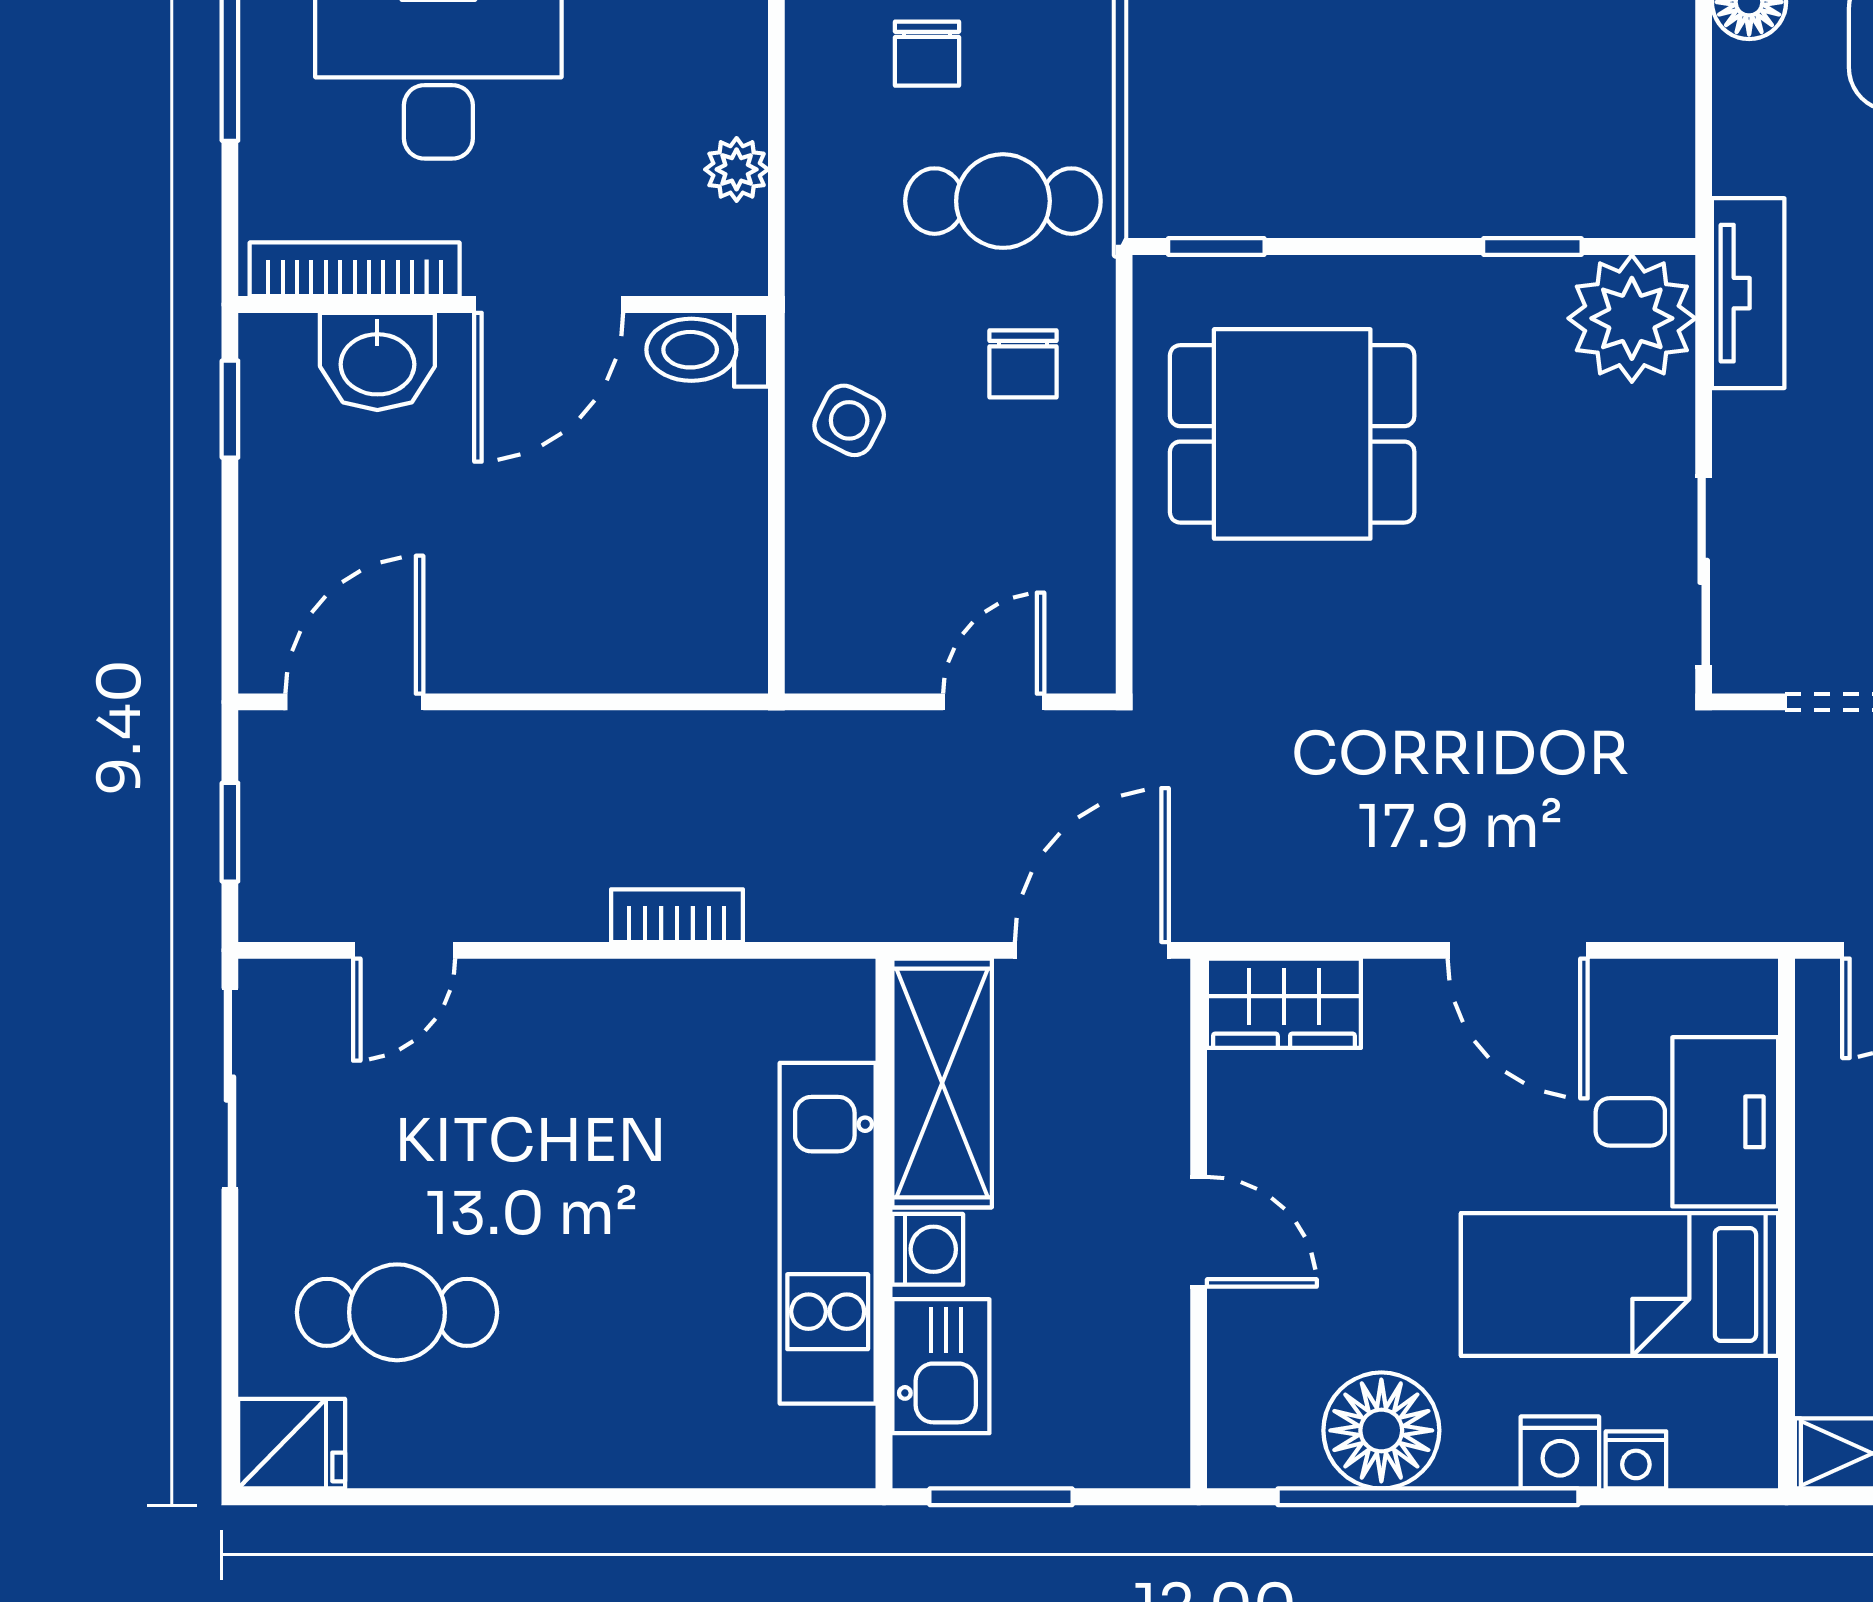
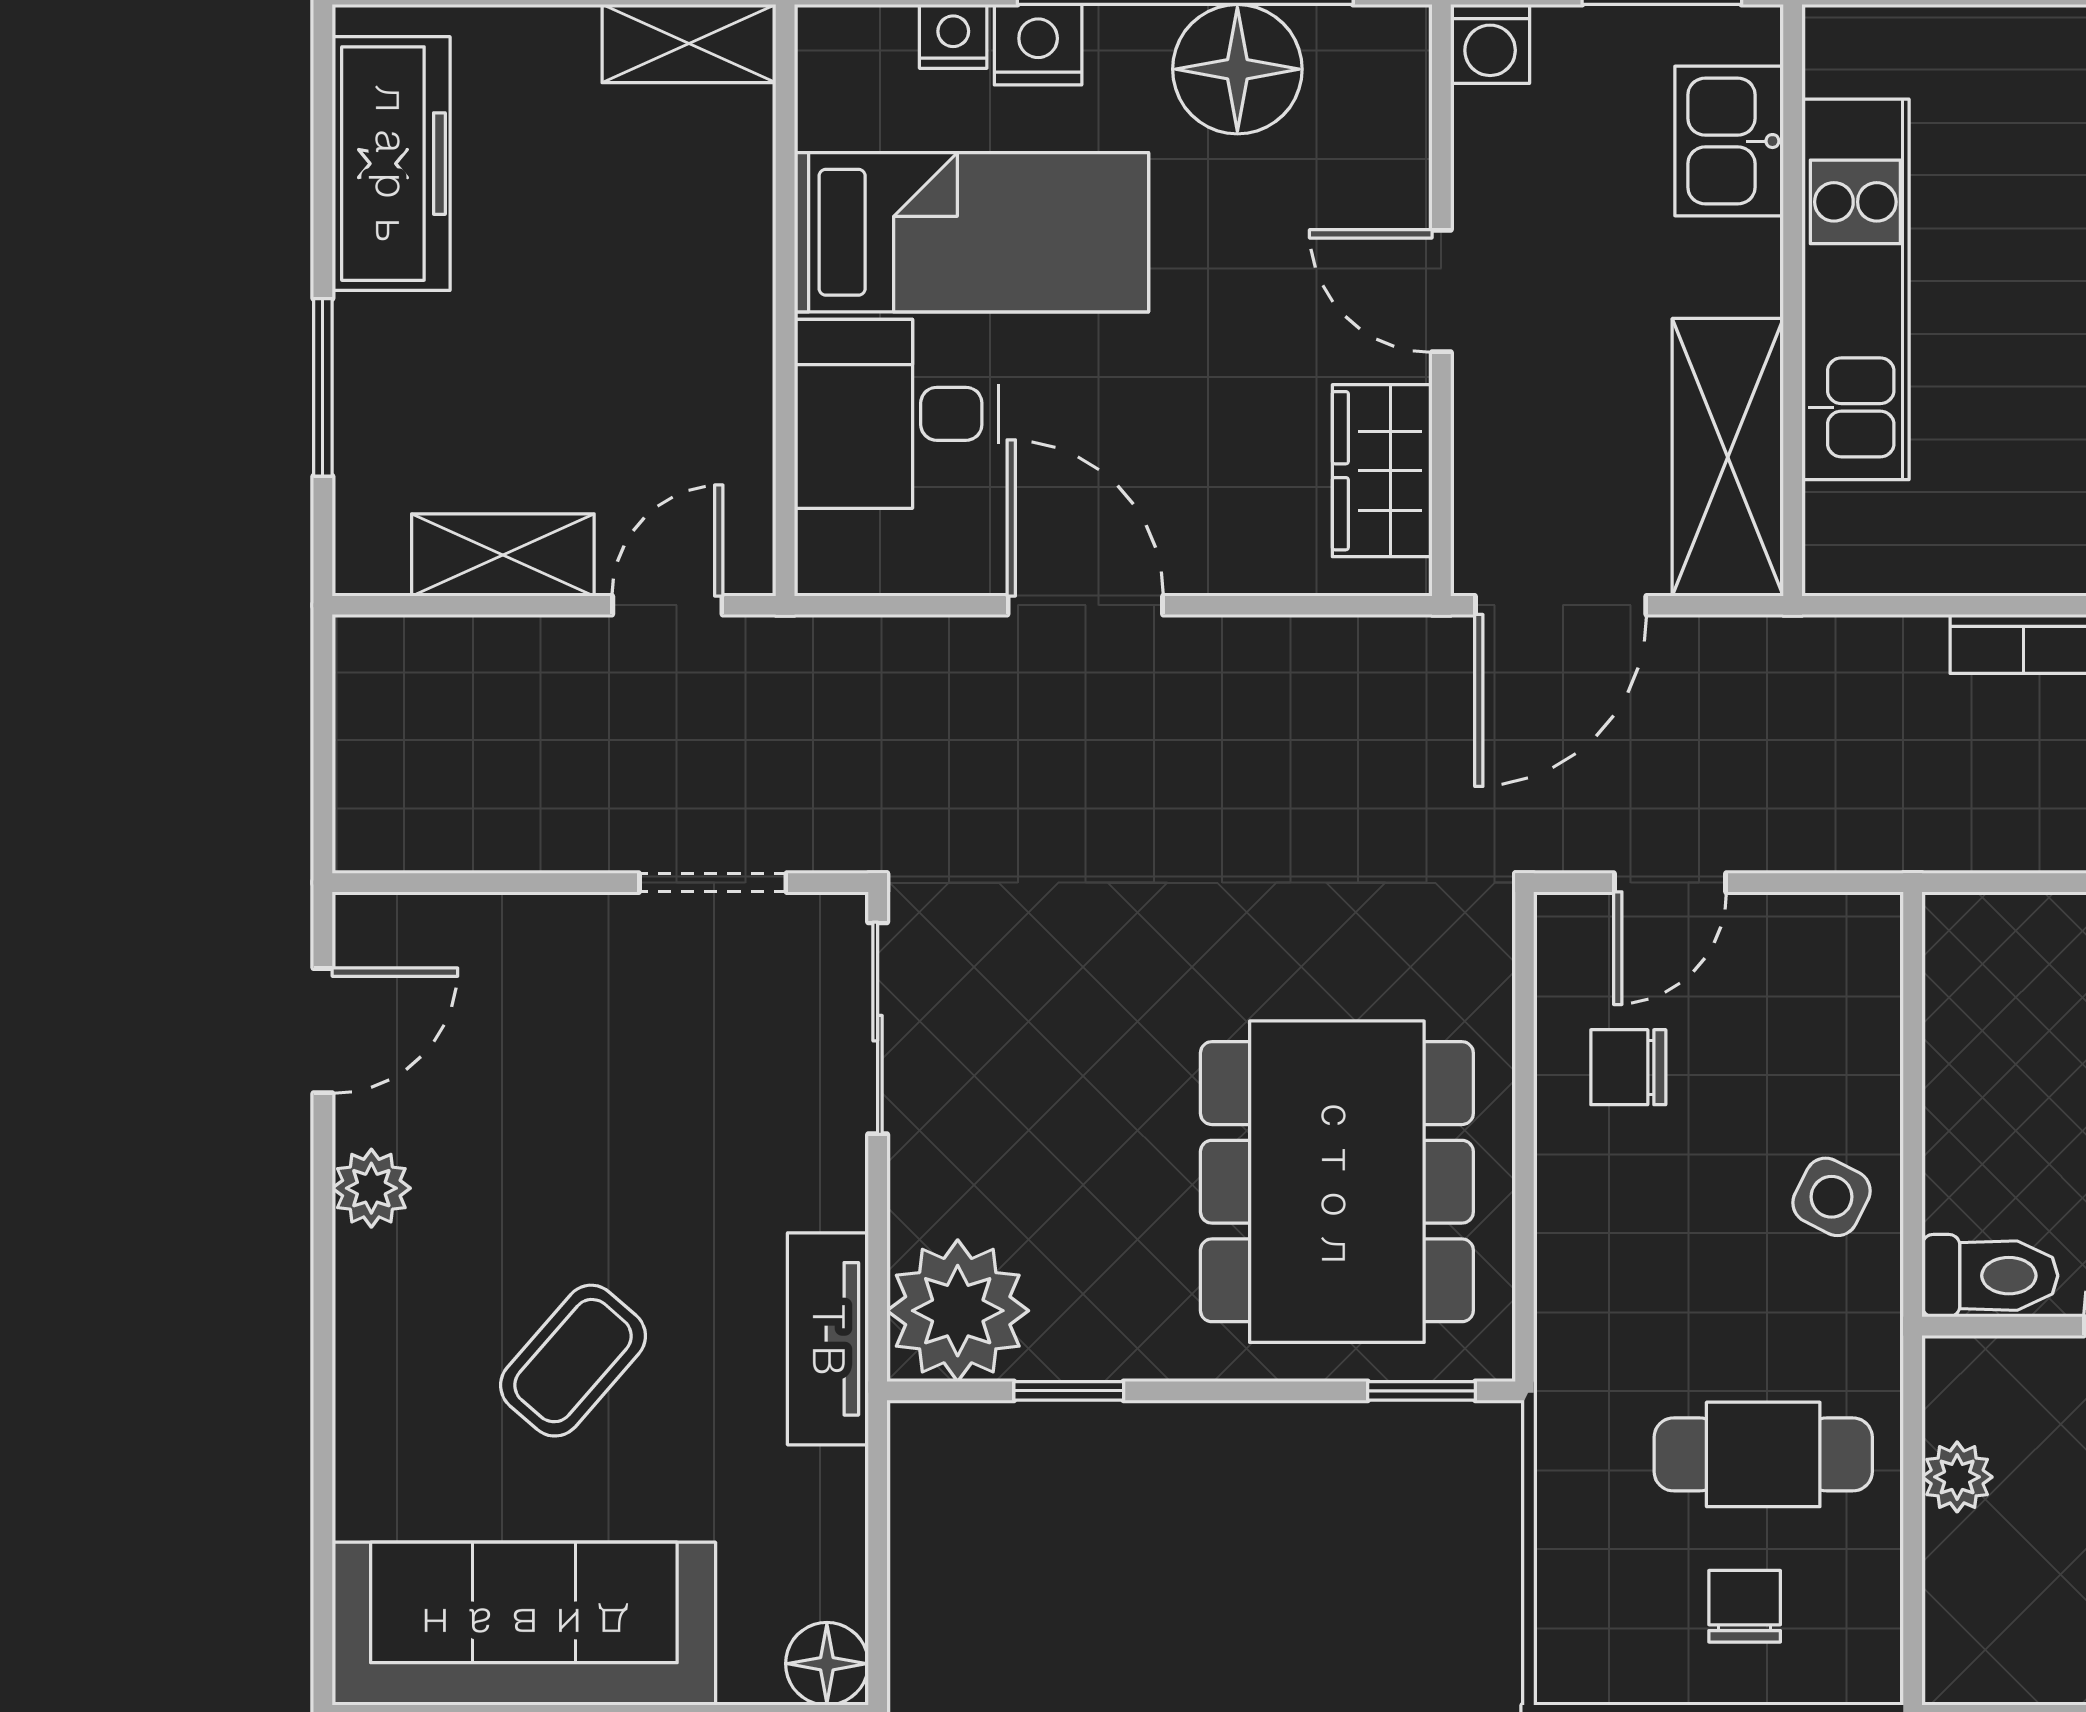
cafe table: (1003, 201) -> (1763, 1454), moved
chair: (1023, 364) -> (1628, 1067), moved, turned -90
dining table: (1292, 434) -> (1337, 1182), width x1.38
wardrobe: (1284, 1003) -> (1382, 471), moved, turned -90
washing machine: (928, 1249) -> (1490, 44), moved, turned -90

